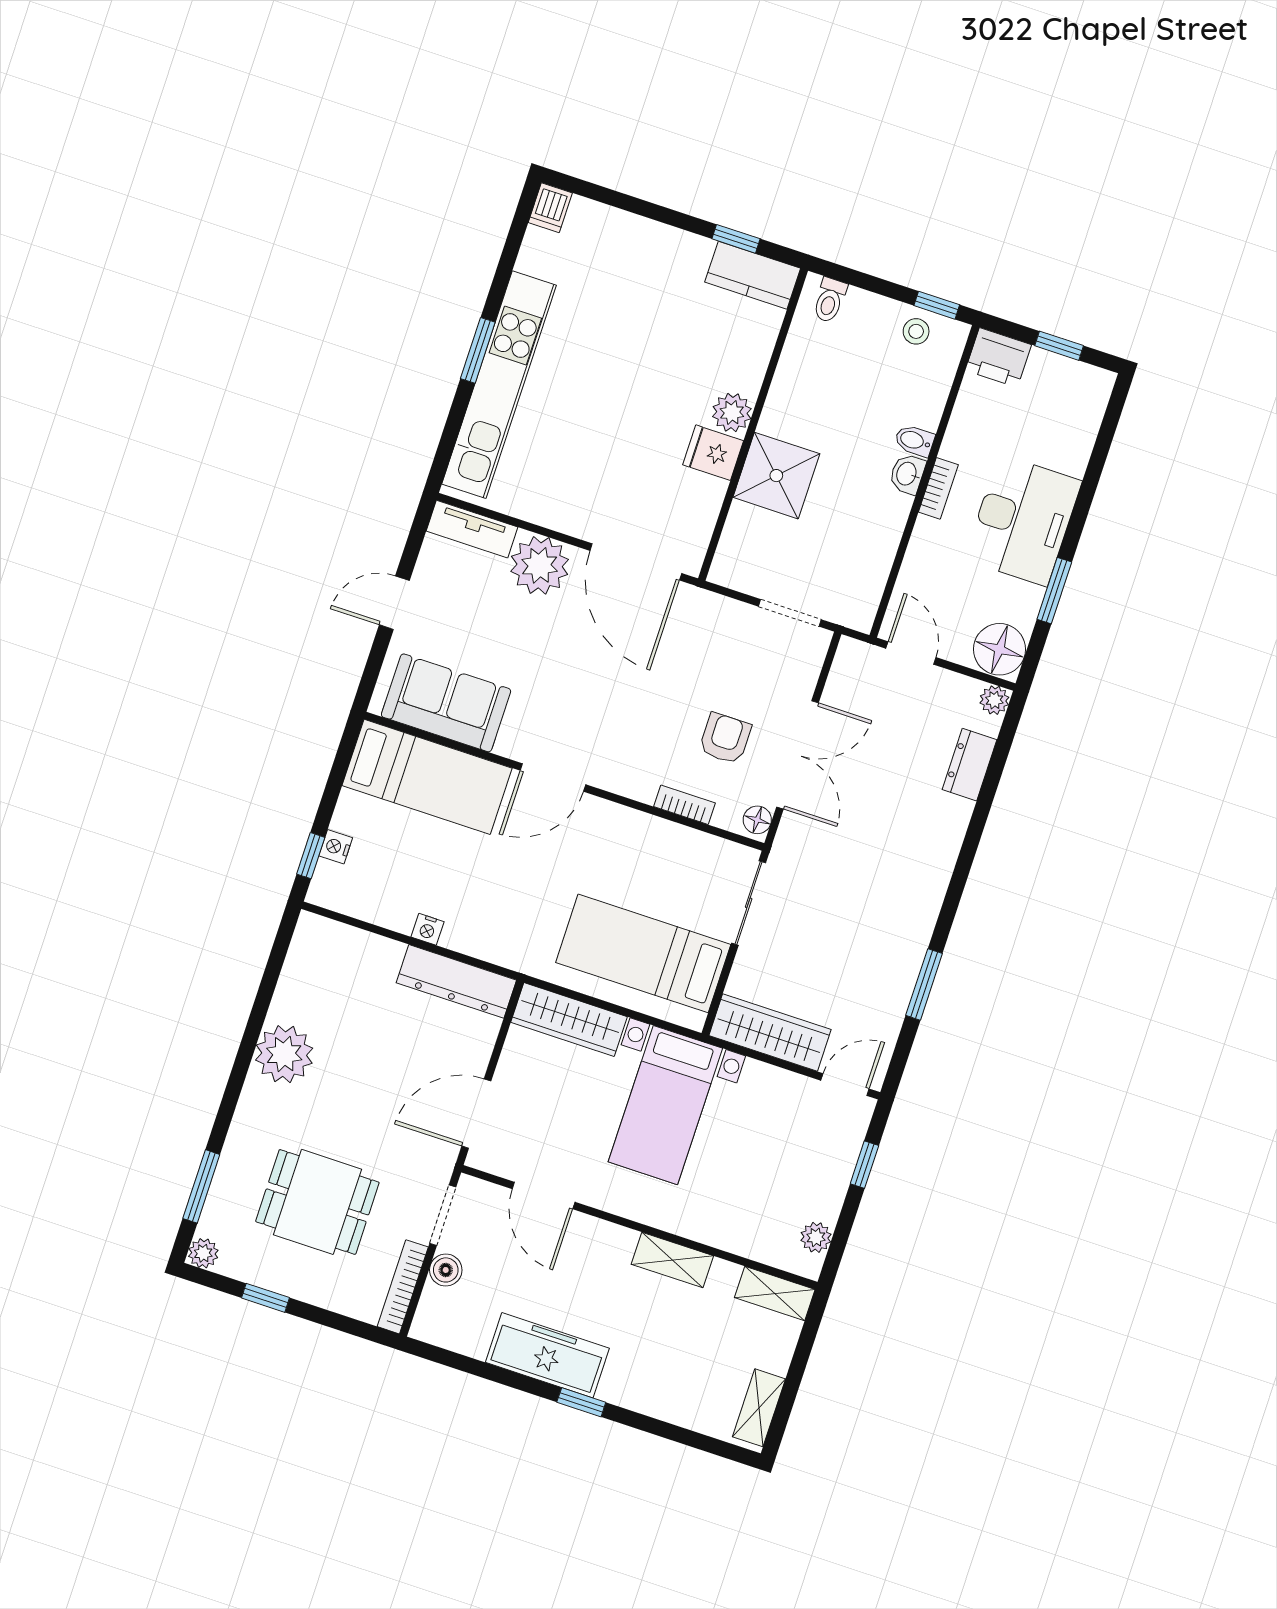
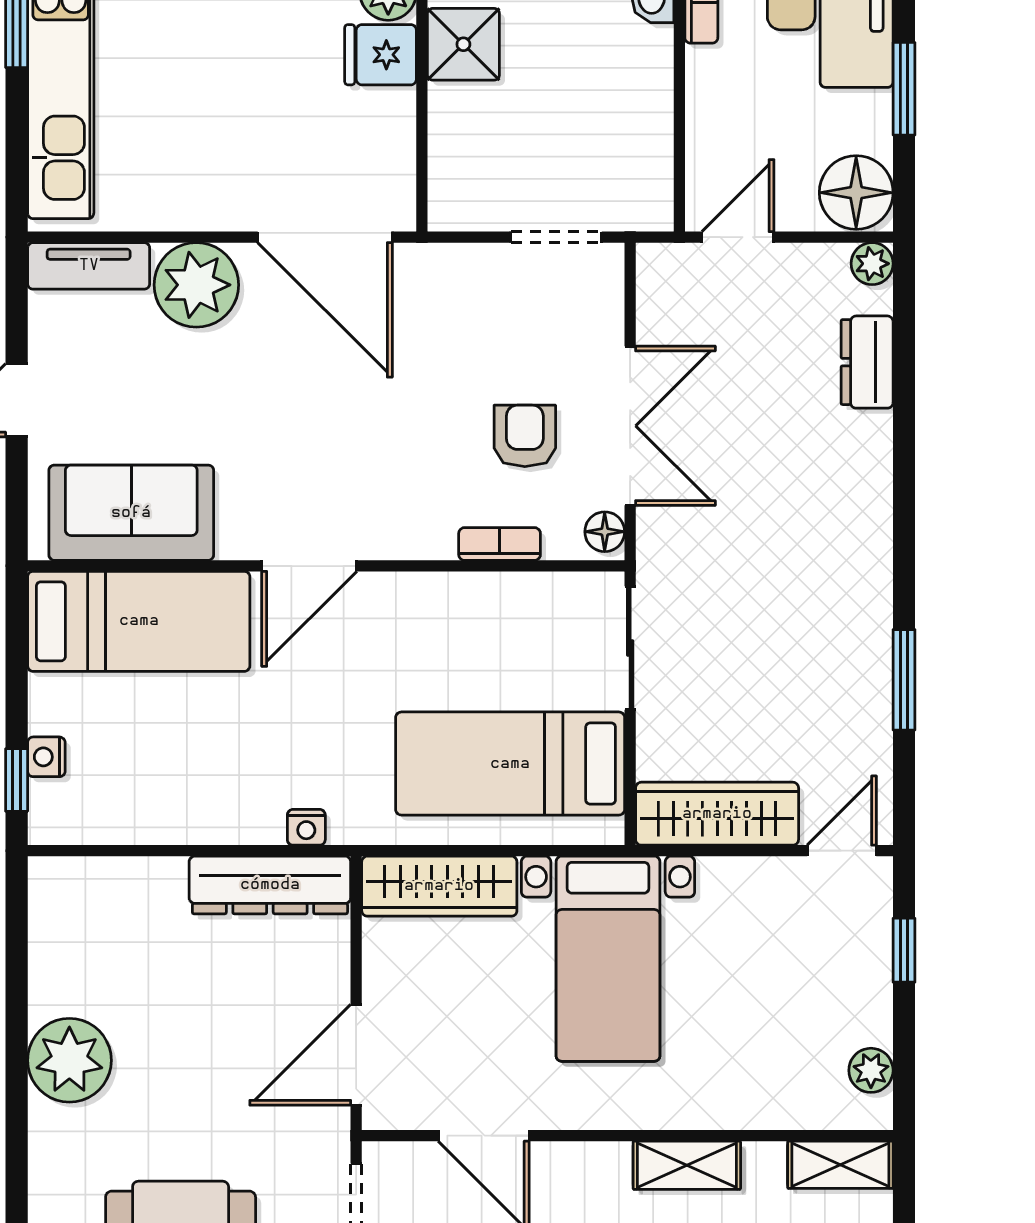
shower: (776, 476) -> (463, 44), width x0.73, depth x0.73
door: (911, 653) -> (738, 237), hinge flipped
nightstand: (428, 929) -> (306, 827), moved

